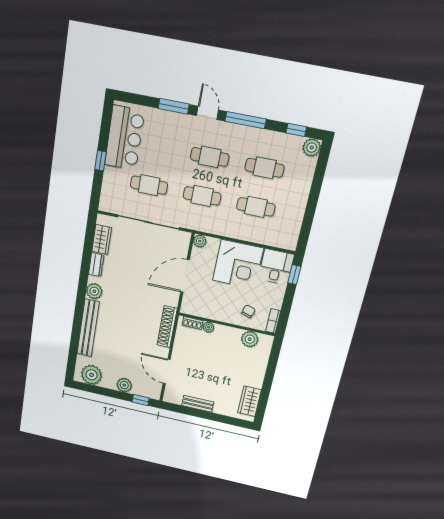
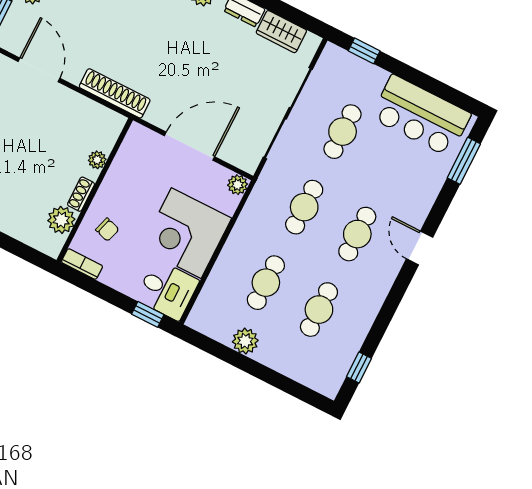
window: (174, 106) -> (464, 161), moved
door: (208, 113) -> (420, 248), swing flipped
window: (245, 120) -> (393, 299), removed
plant: (312, 148) -> (245, 341), moved
window: (100, 161) -> (364, 51), moved
door: (185, 276) -> (190, 146), hinge flipped
shoe rack: (193, 323) -> (81, 194), moved
door: (167, 371) -> (39, 70), hinge flipped

